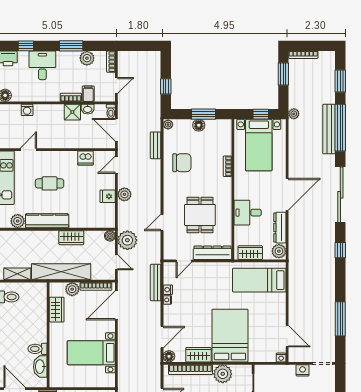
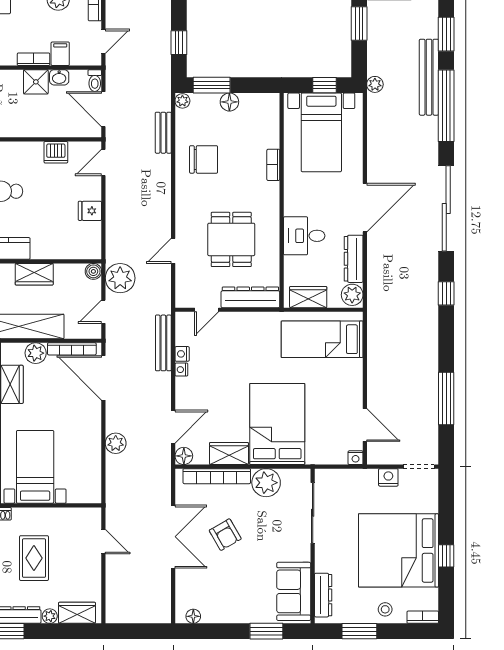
window: (203, 114) -> (212, 85), moved
bench: (329, 129) -> (429, 77), moved
plant: (124, 194) -> (116, 443), moved
door: (116, 262) -> (103, 312), swing flipped
door: (116, 305) -> (103, 378), hinge flipped
bed with nightstands: (91, 353) -> (35, 467), moved, turned 90

